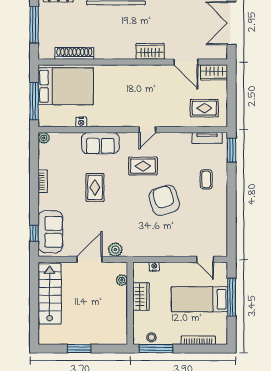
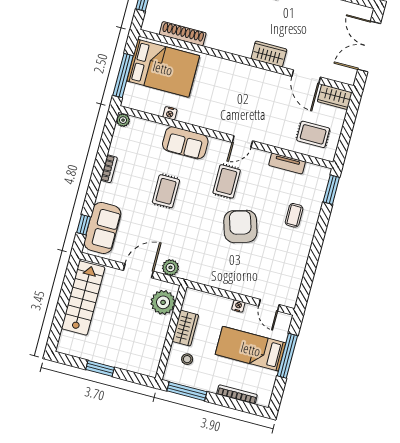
tv unit: (207, 138) -> (287, 163), moved
rug: (143, 166) -> (227, 181), turned 90
nightstand: (154, 267) -> (238, 306), moved
plant: (122, 280) -> (163, 302), width x1.88, depth x1.88
stool: (151, 337) -> (187, 359), moved

